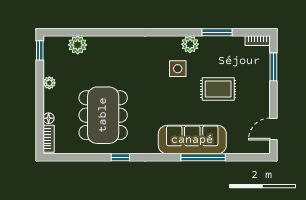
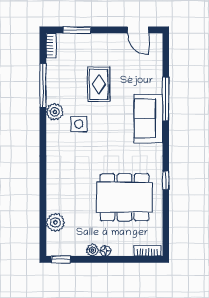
window: (217, 32) -> (43, 85), width x1.44
floor lamp: (49, 118) -> (105, 251), moved
sofa: (192, 140) -> (148, 118), width x0.73

